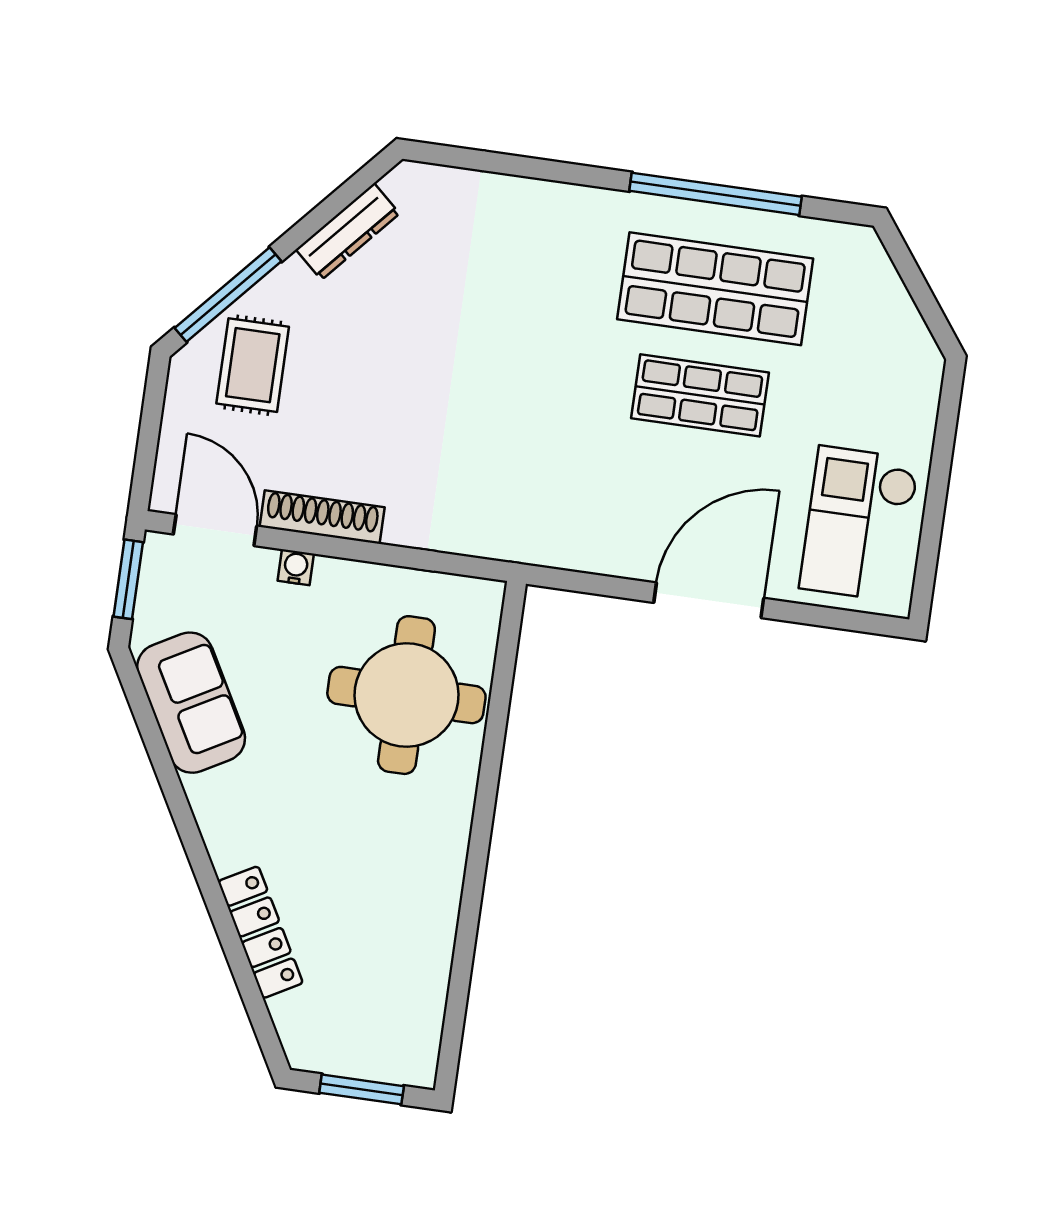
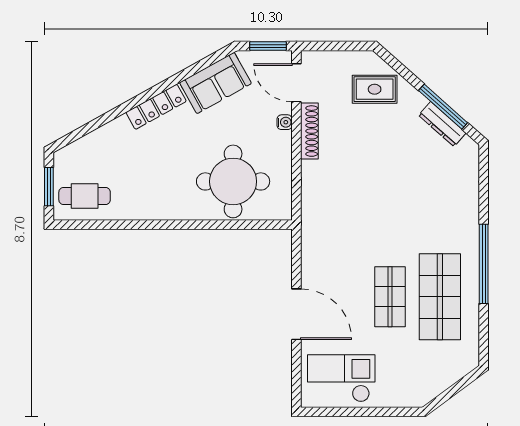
window: (715, 194) -> (484, 264), moved
window: (228, 295) -> (443, 107), moved
door: (215, 530) -> (296, 83), swing flipped
locker: (260, 932) -> (156, 107), moved
cafe table: (392, 1016) -> (85, 196), added

